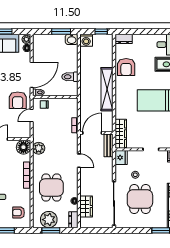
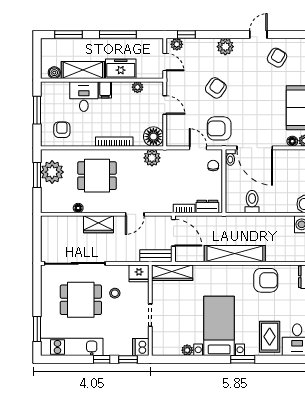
armchair: (126, 67) -> (266, 280), turned 180
wardrobe: (86, 206) -> (99, 224), moved
dresser: (73, 220) -> (207, 207), moved

